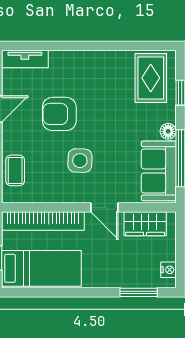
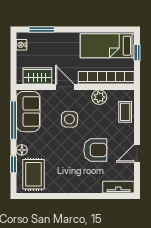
floor lamp: (168, 131) -> (22, 150), moved
side table: (80, 161) -> (69, 119), moved
plant: (53, 192) -> (99, 97), added

